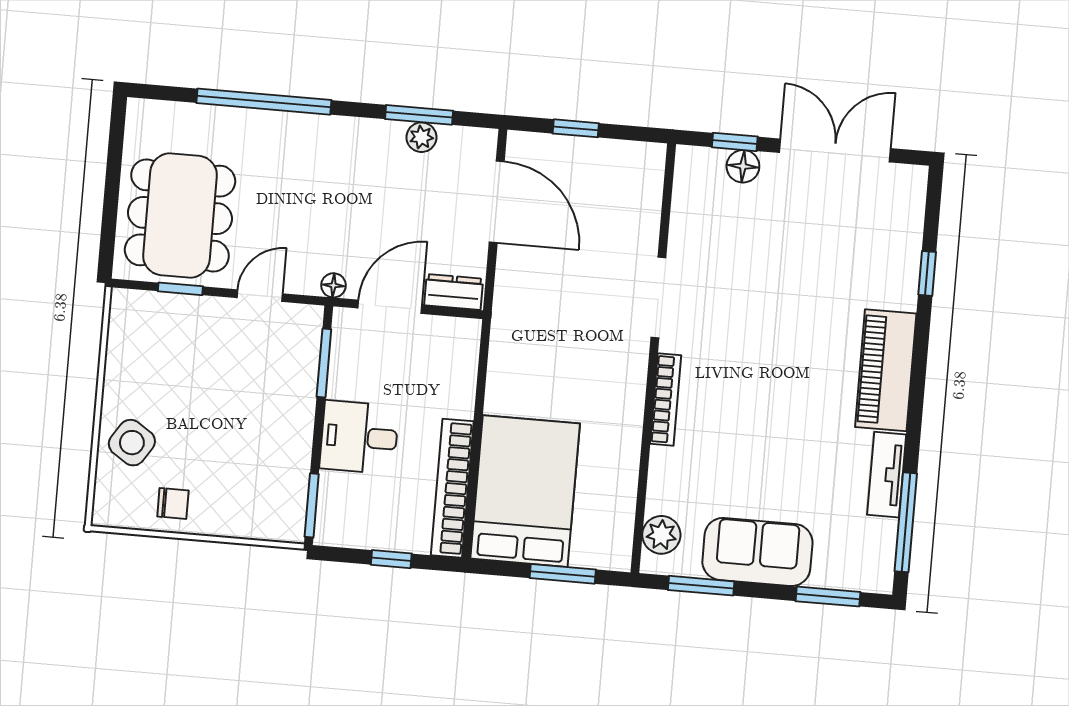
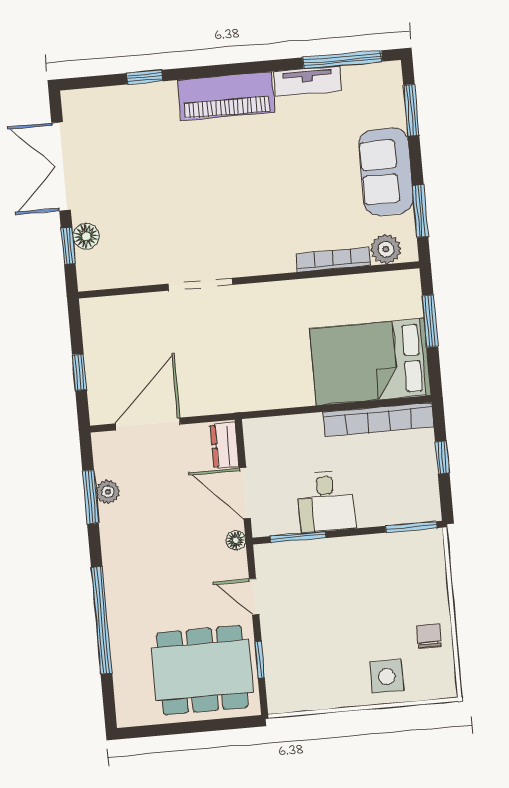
bookcase: (666, 399) -> (333, 260), moved
desk: (359, 437) -> (326, 501), moved
side table: (132, 443) -> (387, 676), turned -33

